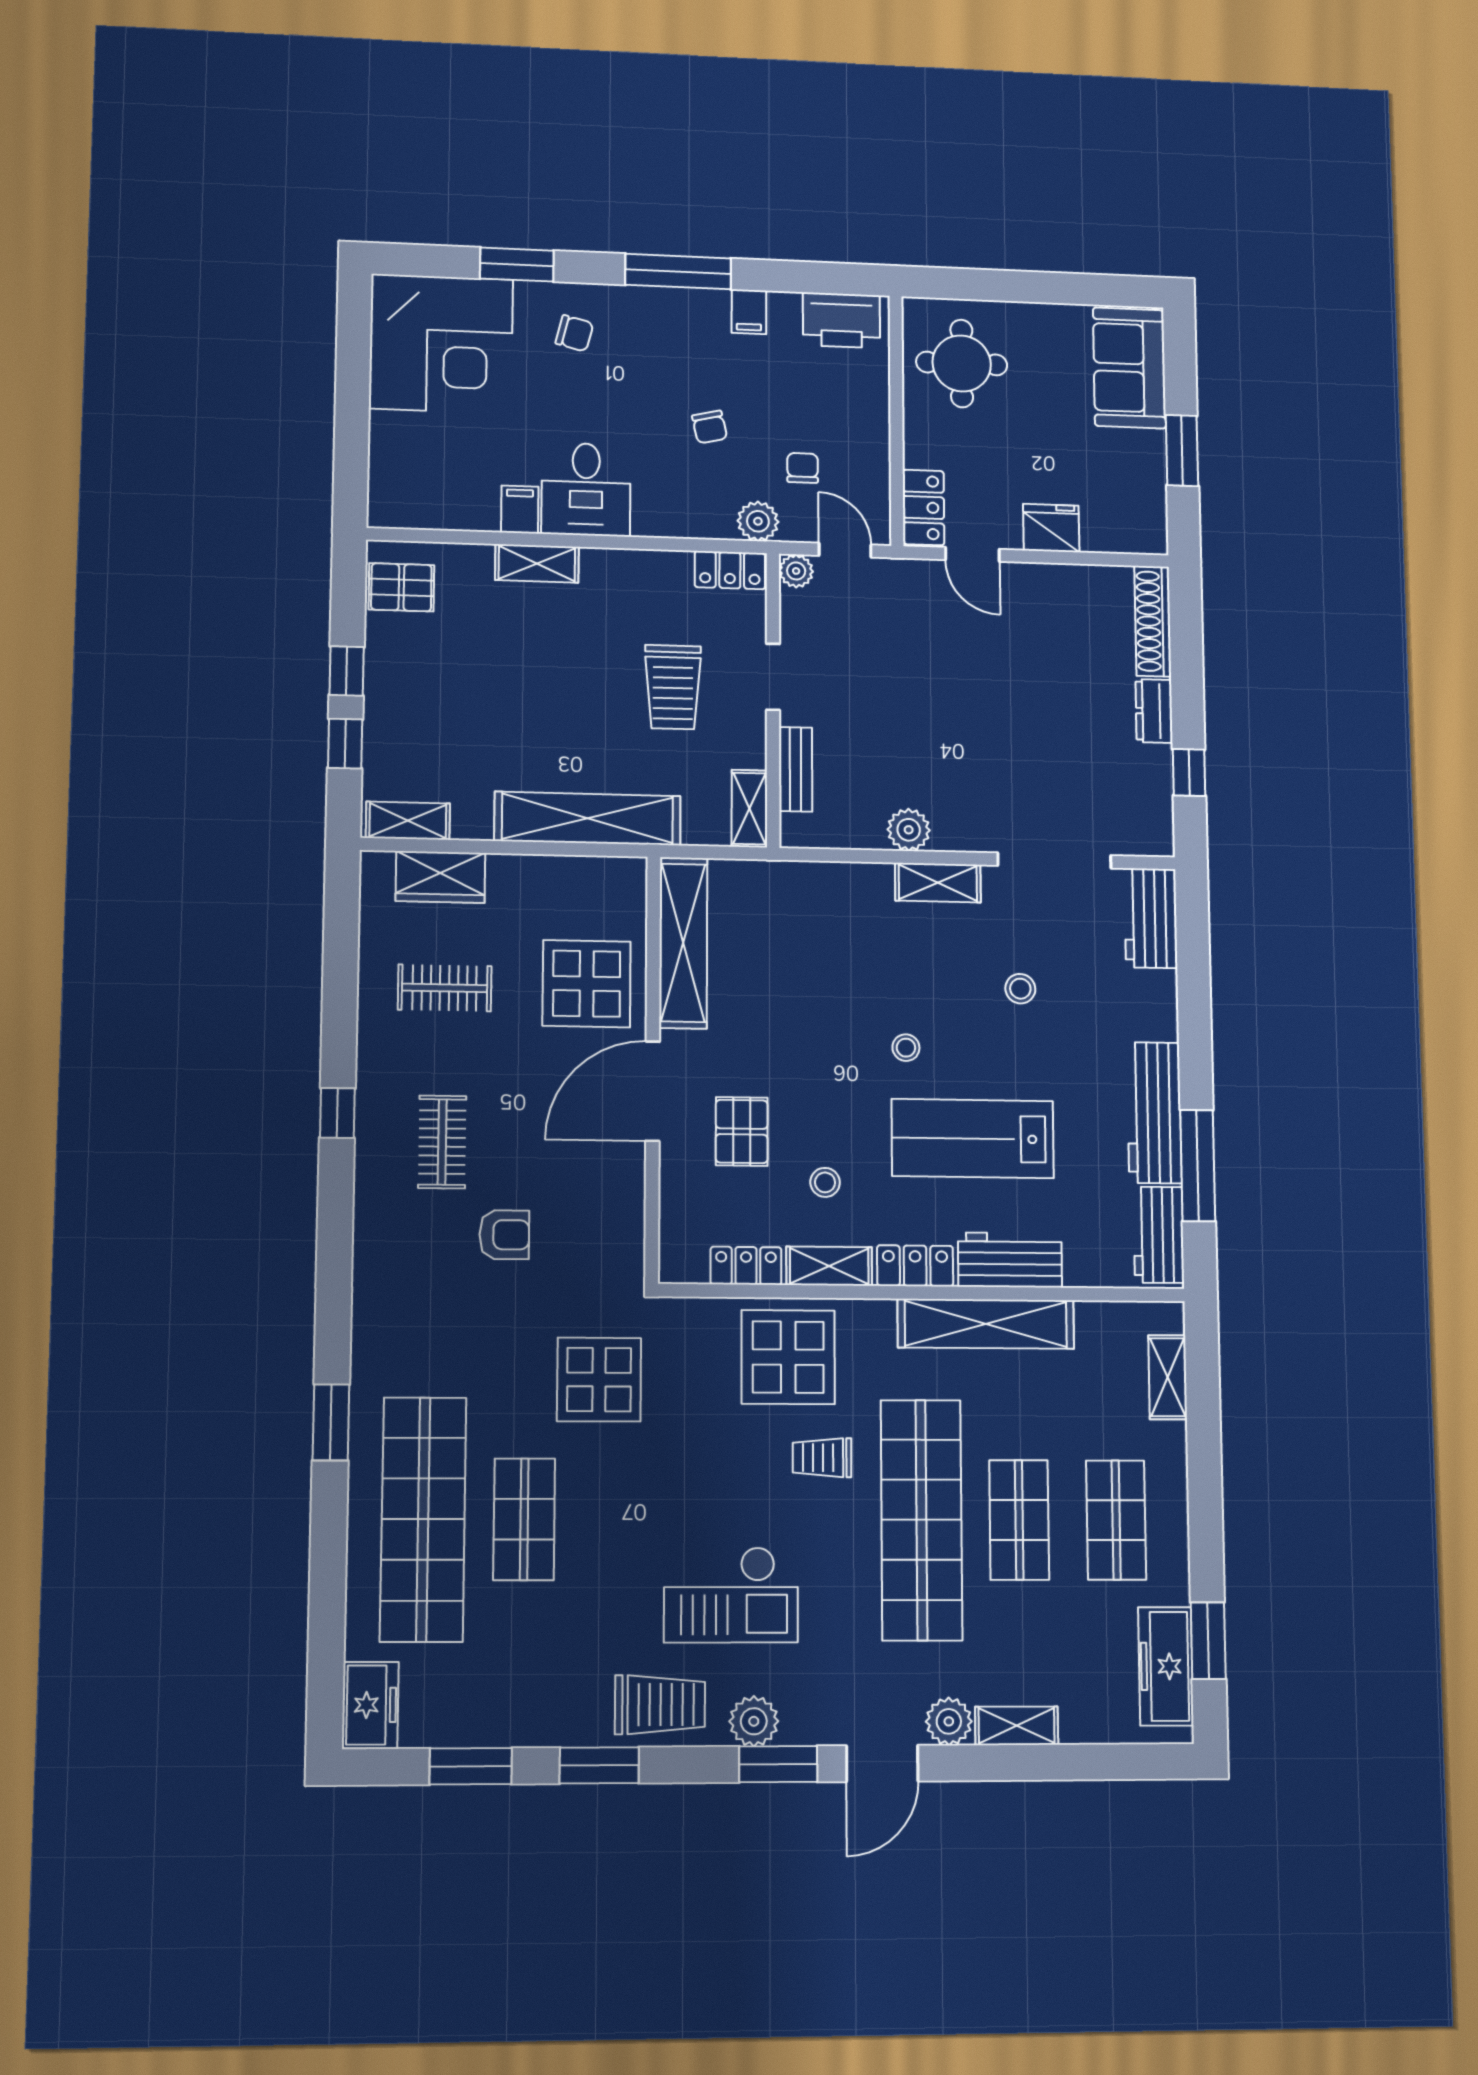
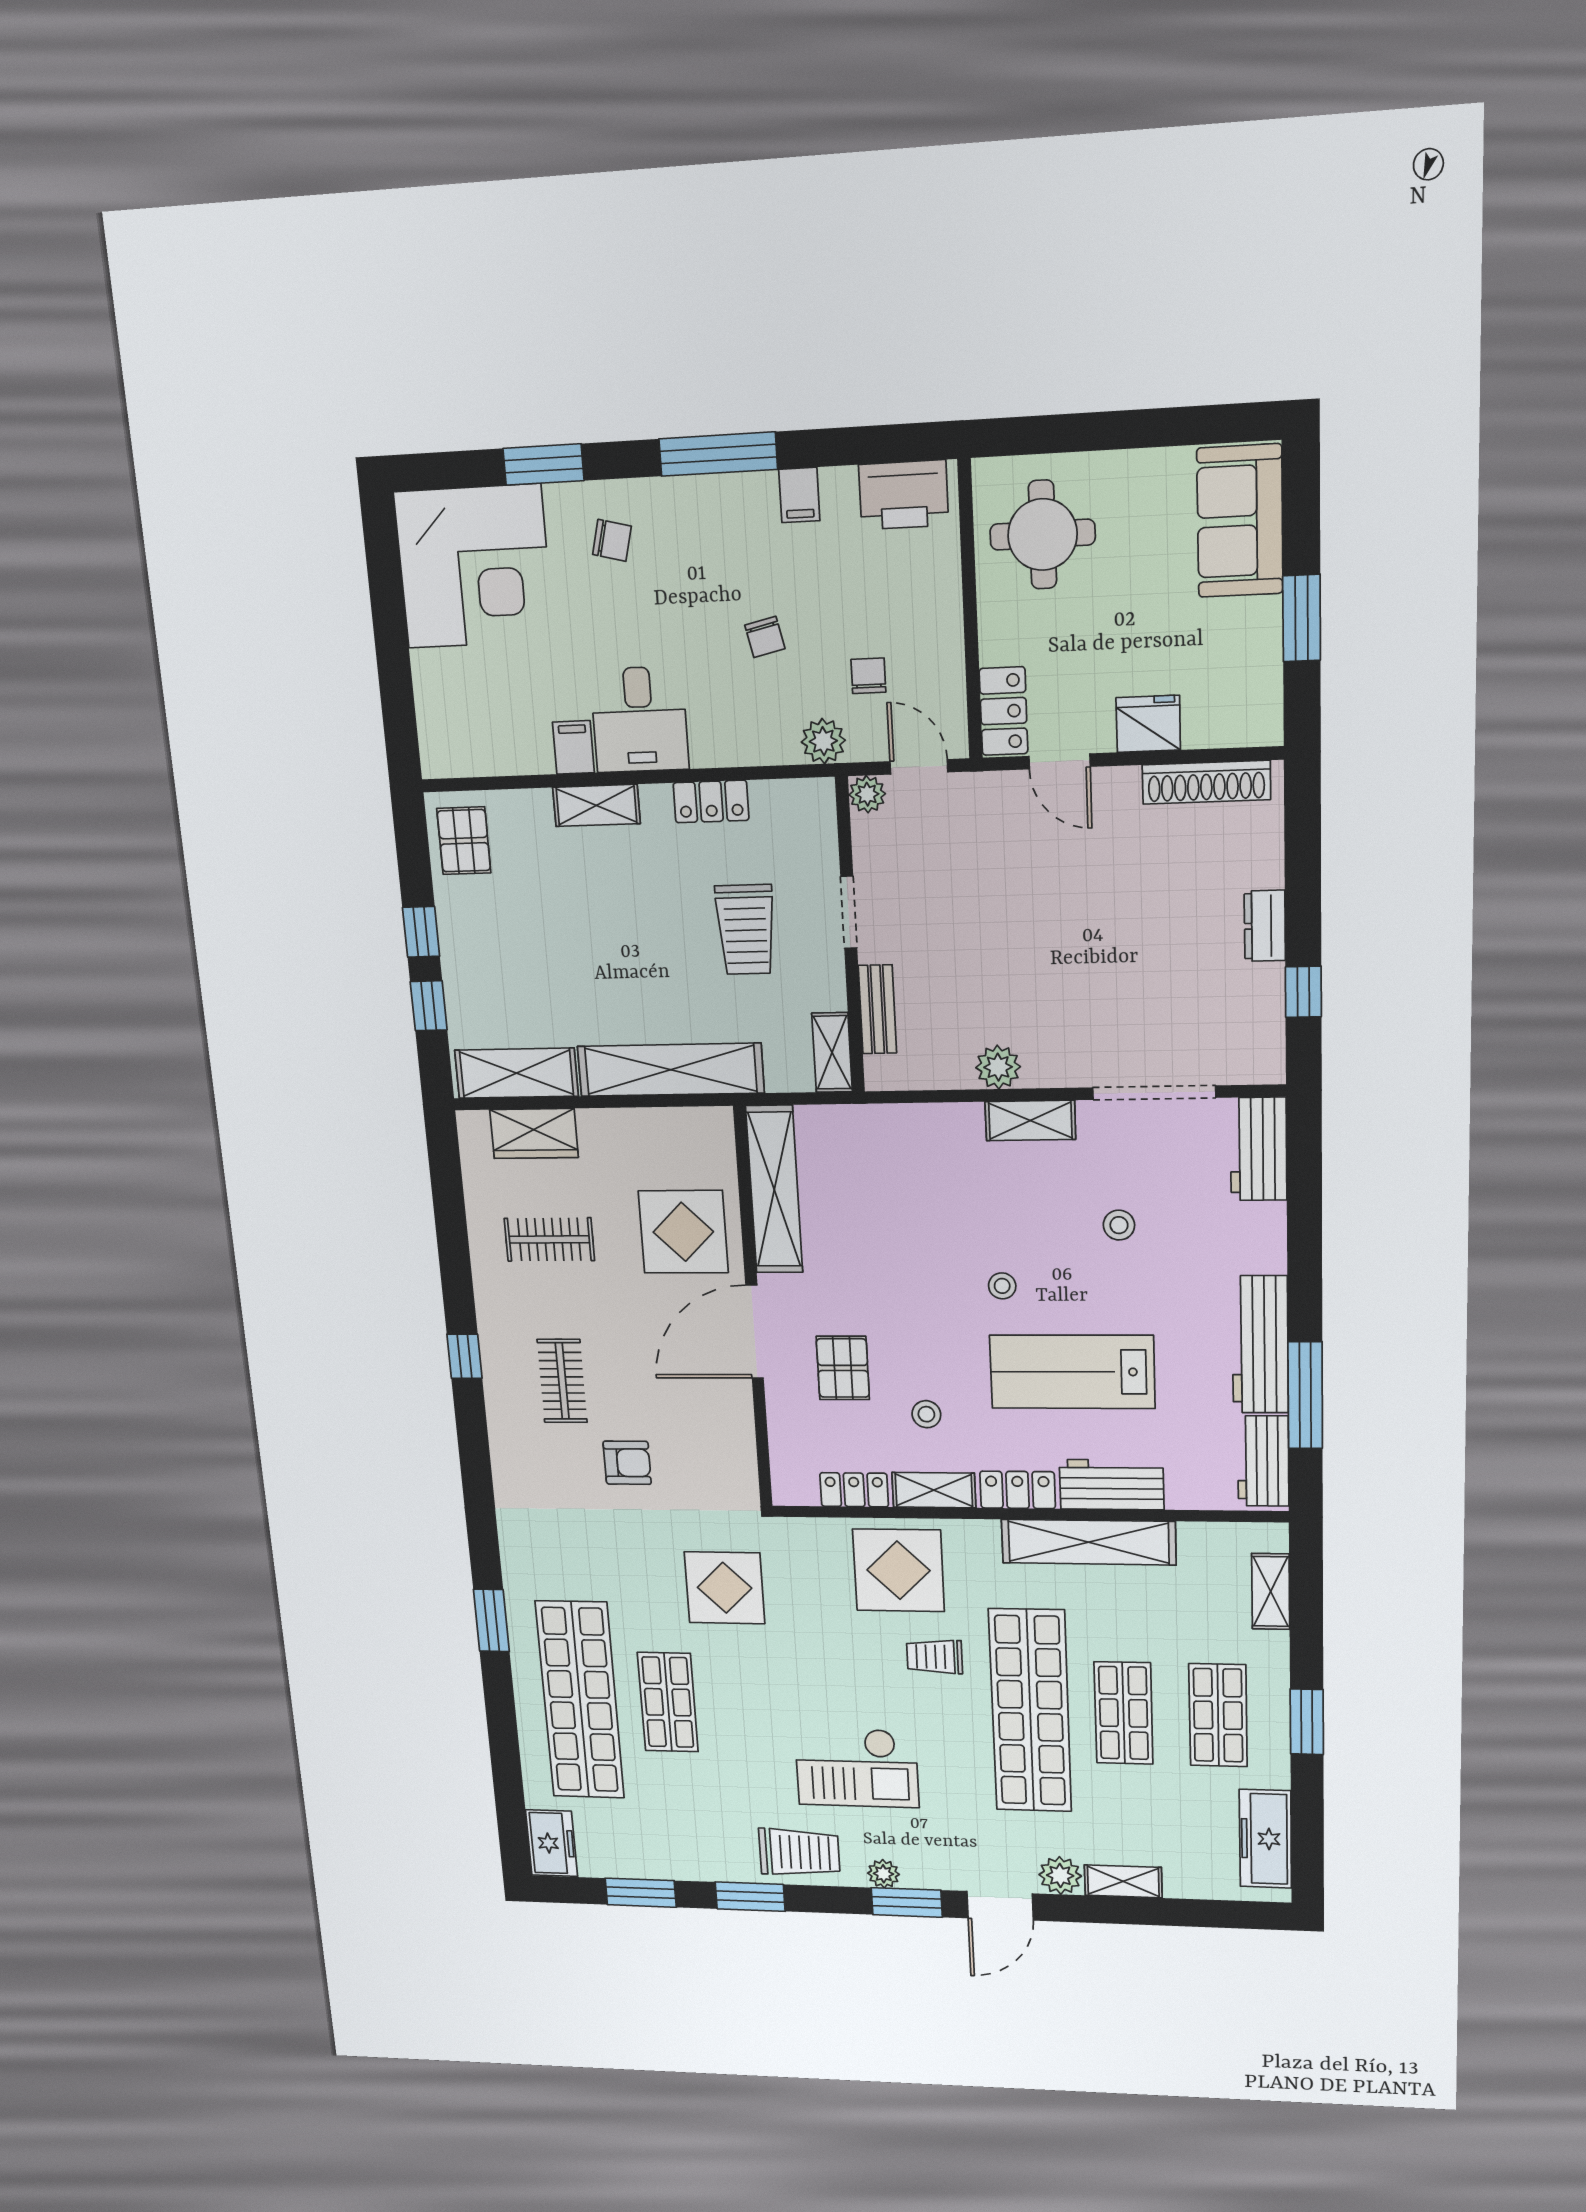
locker: (730, 570) -> (711, 802), moved
pallet: (401, 587) -> (464, 841), turned 90
shoe rack: (1153, 621) -> (1206, 782), moved, turned -90
shelving: (408, 821) -> (516, 1073), width x1.50, depth x1.33
window: (1208, 1641) -> (1307, 1722), moved
plant: (754, 1721) -> (883, 1874), width x0.73, depth x0.73

